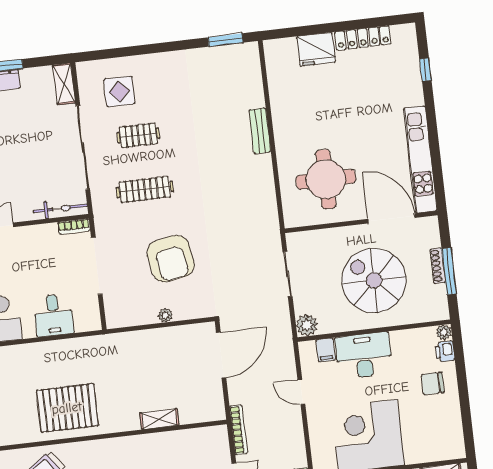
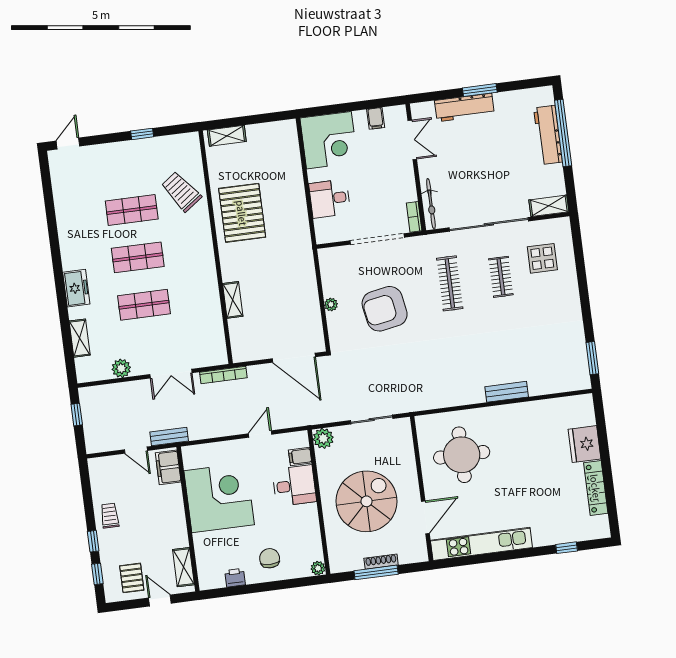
door: (391, 218) -> (425, 517), width x0.73
printer: (445, 351) -> (235, 578), moved
desk: (364, 356) -> (294, 486), width x0.73

